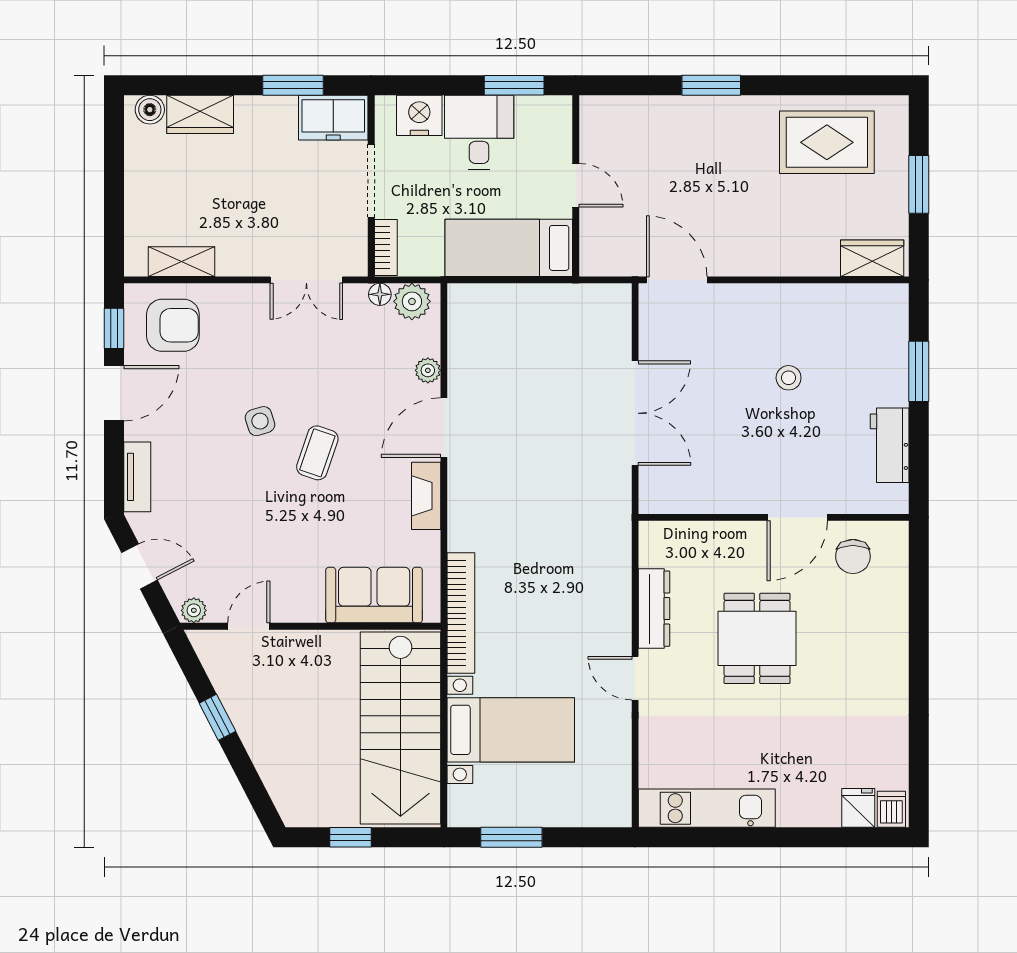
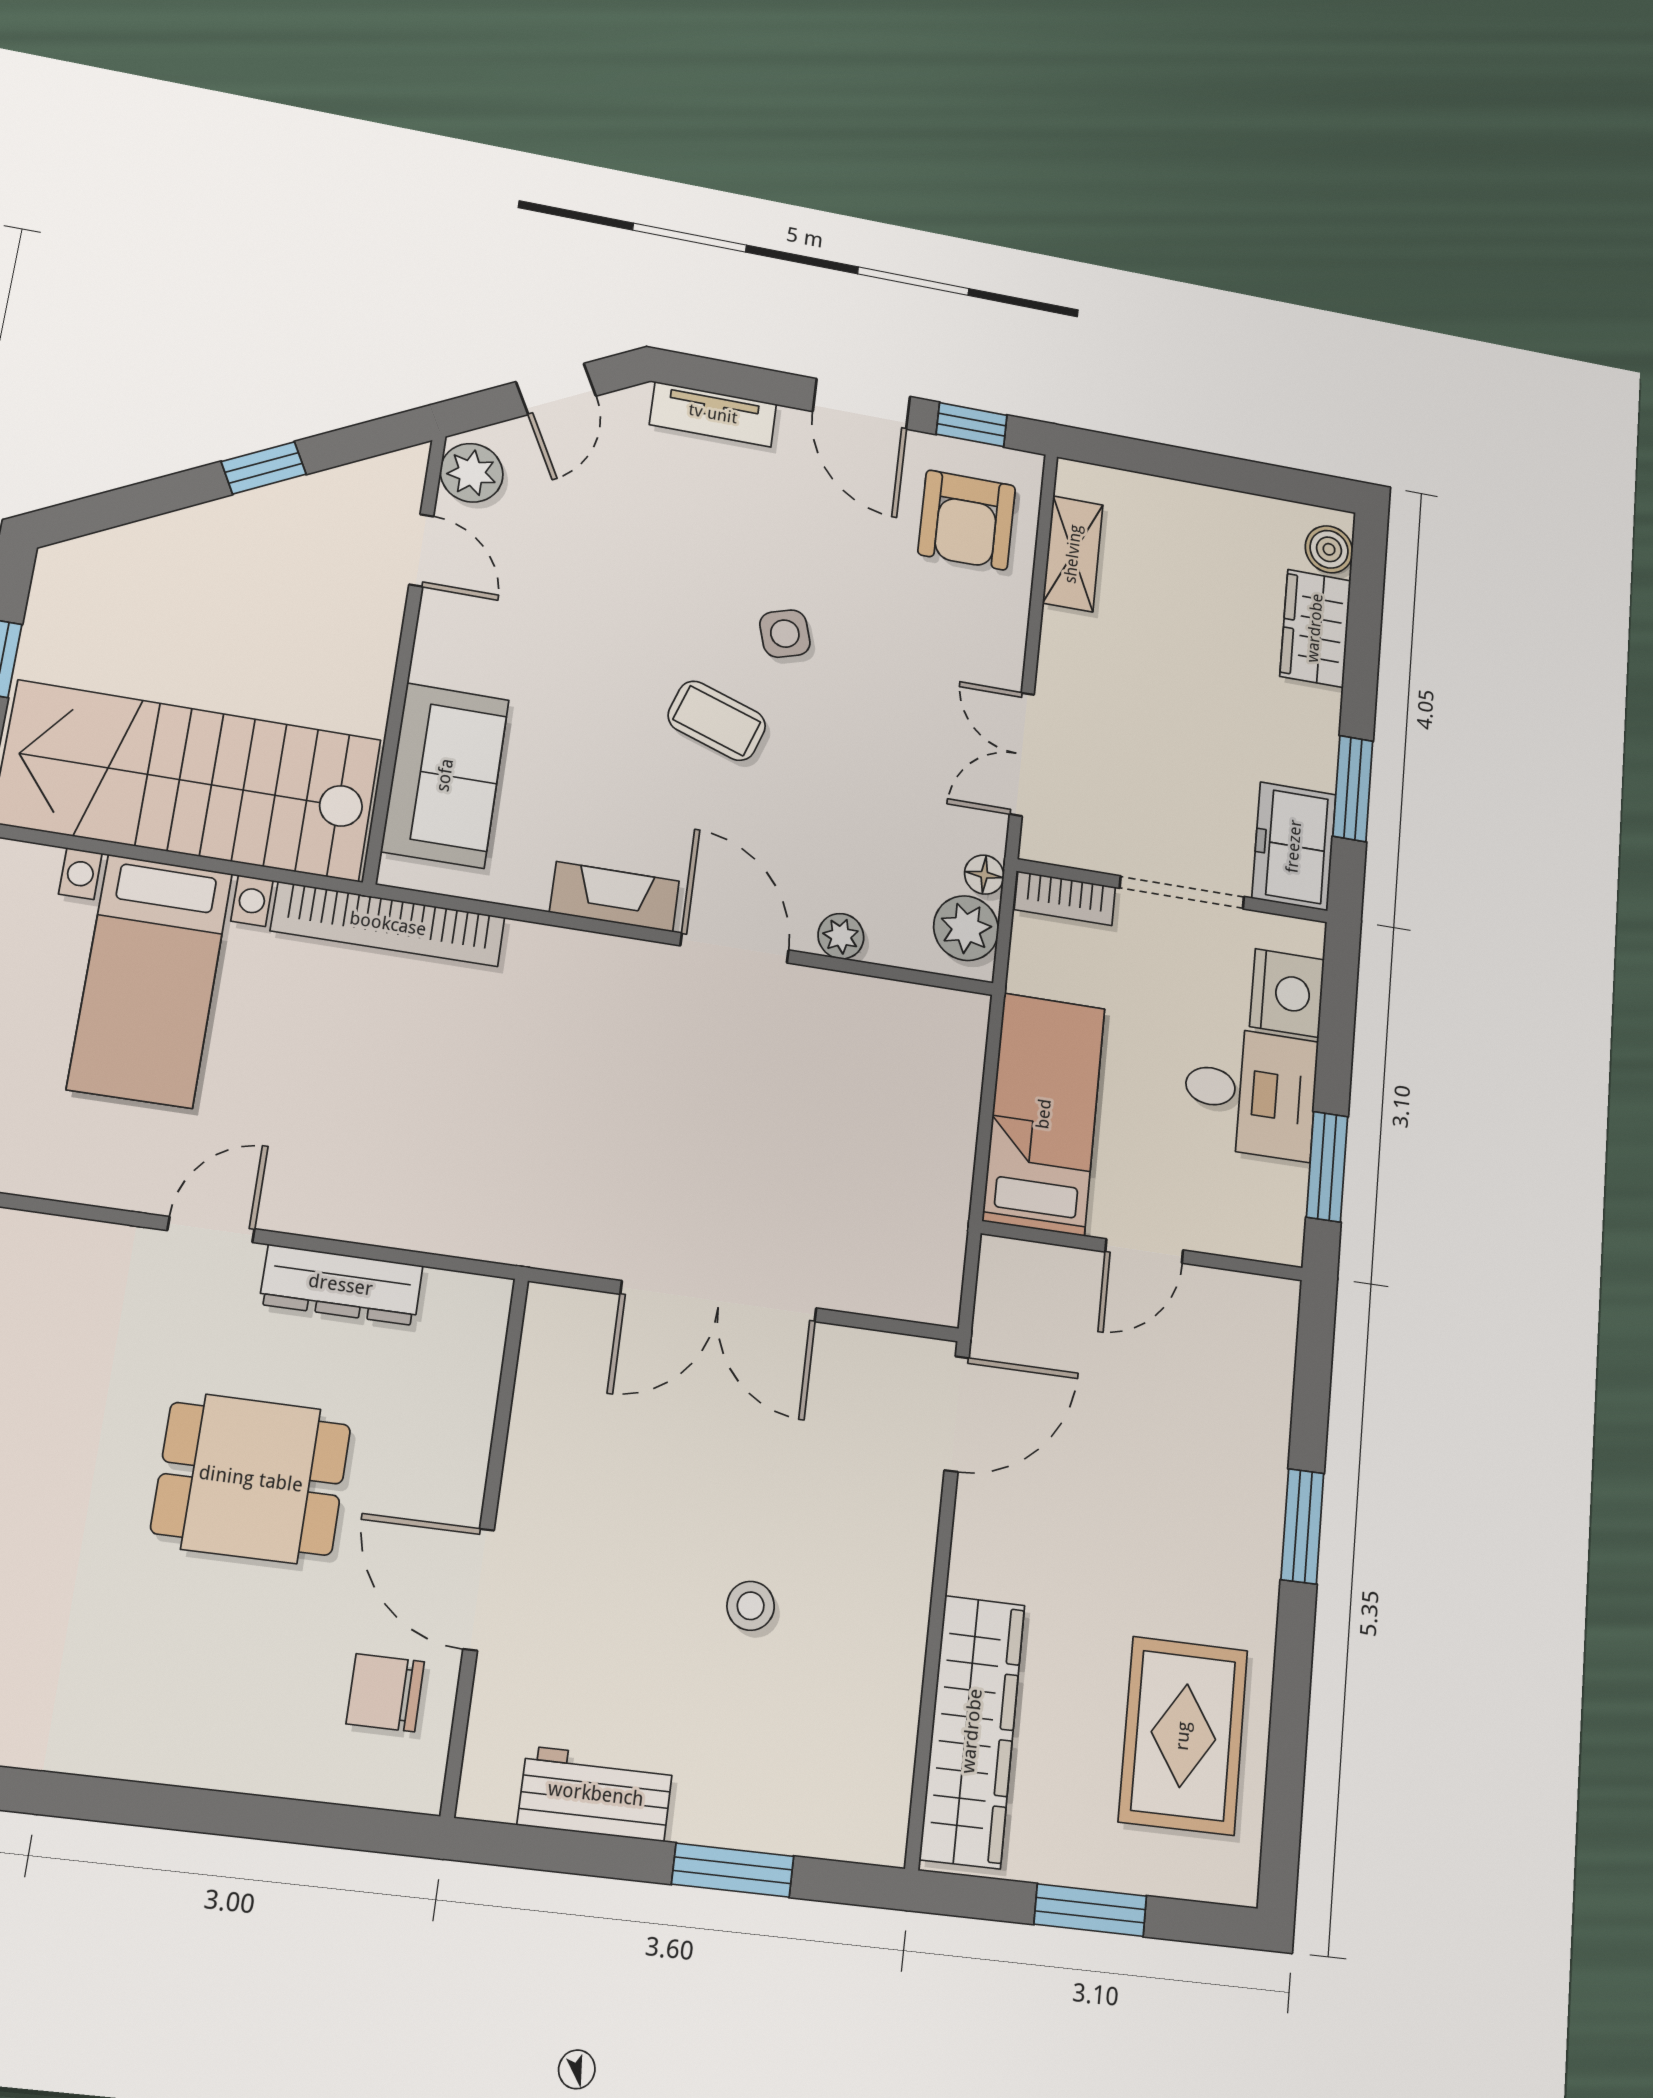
wardrobe: (872, 258) -> (972, 1731), width x2.10, depth x1.17
plant: (194, 610) -> (472, 473), width x1.38, depth x1.38

